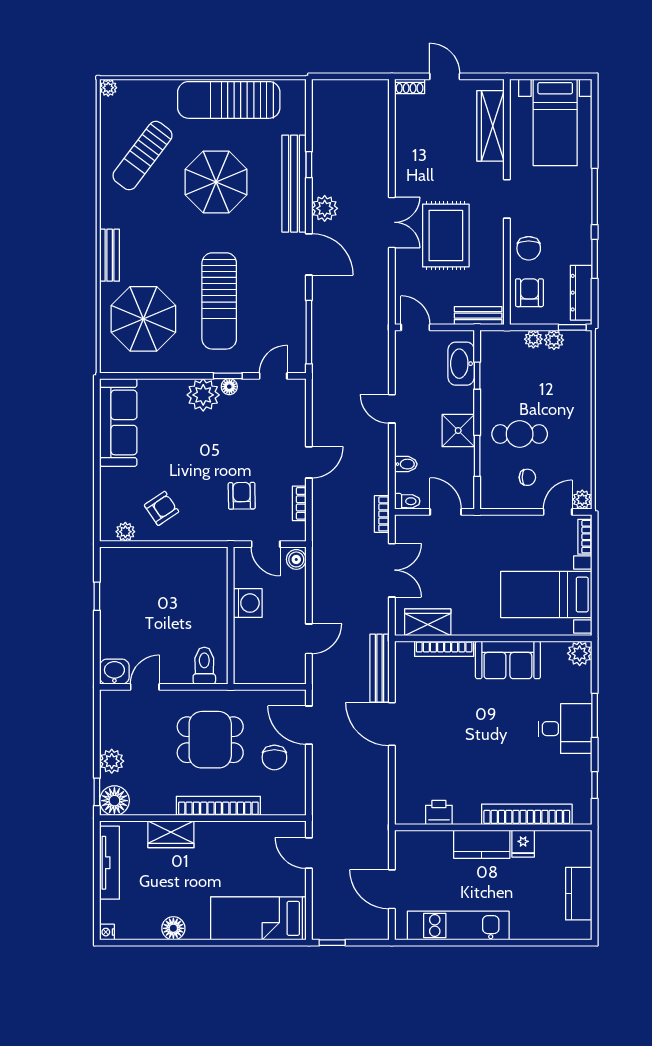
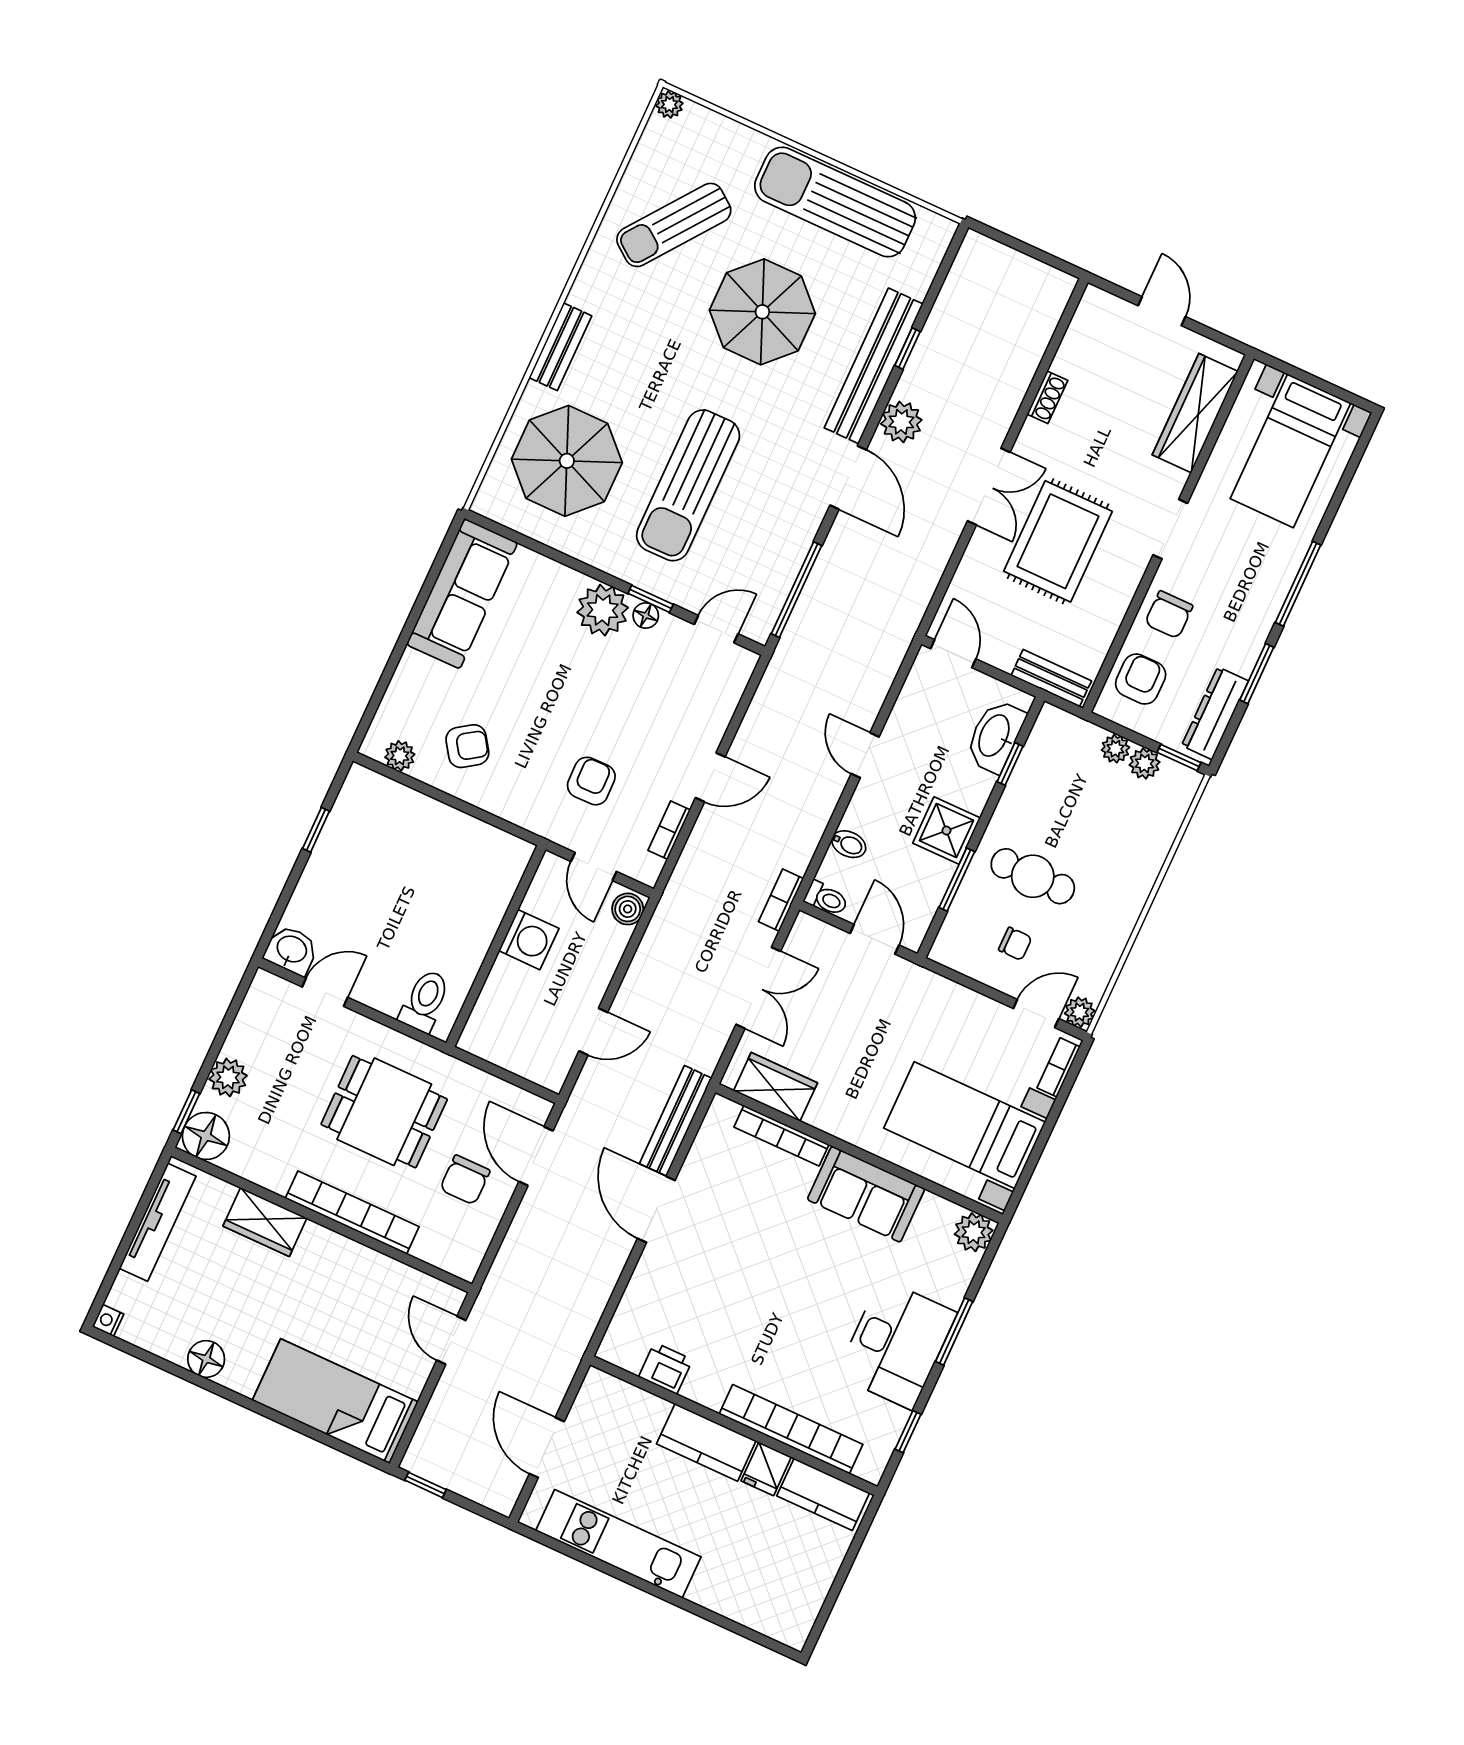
shoe rack: (410, 86) -> (1047, 397), moved, turned -90
desk: (565, 729) -> (897, 1344), width x1.37
kitchen counter: (579, 894) -> (823, 1494), moved, turned -90

